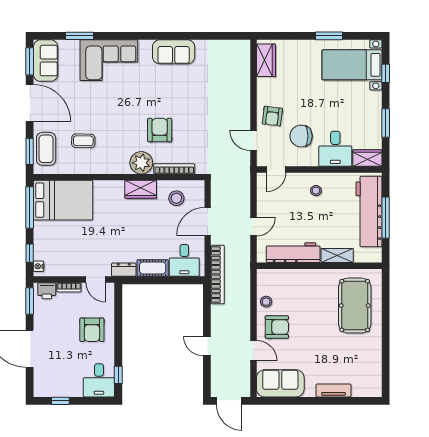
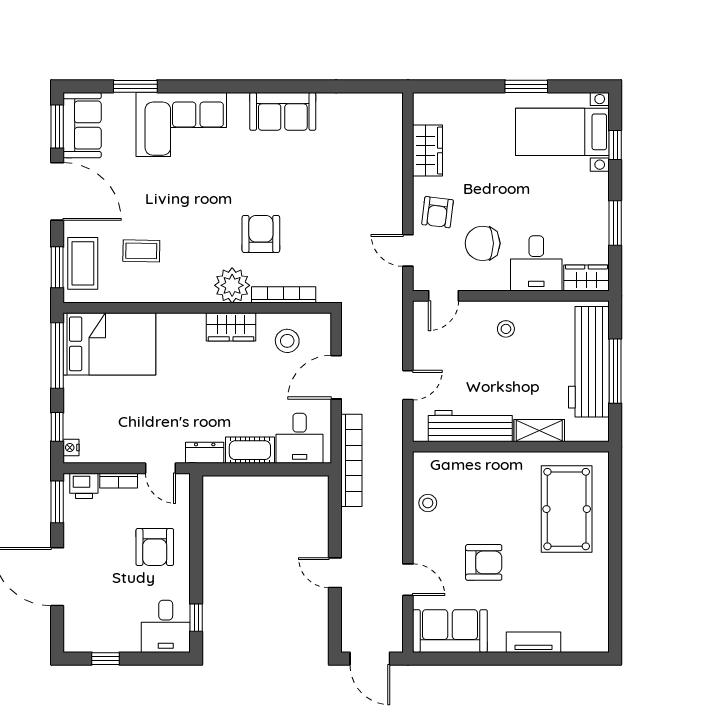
wardrobe: (266, 60) -> (428, 151), moved
armchair: (277, 327) -> (484, 562), moved

